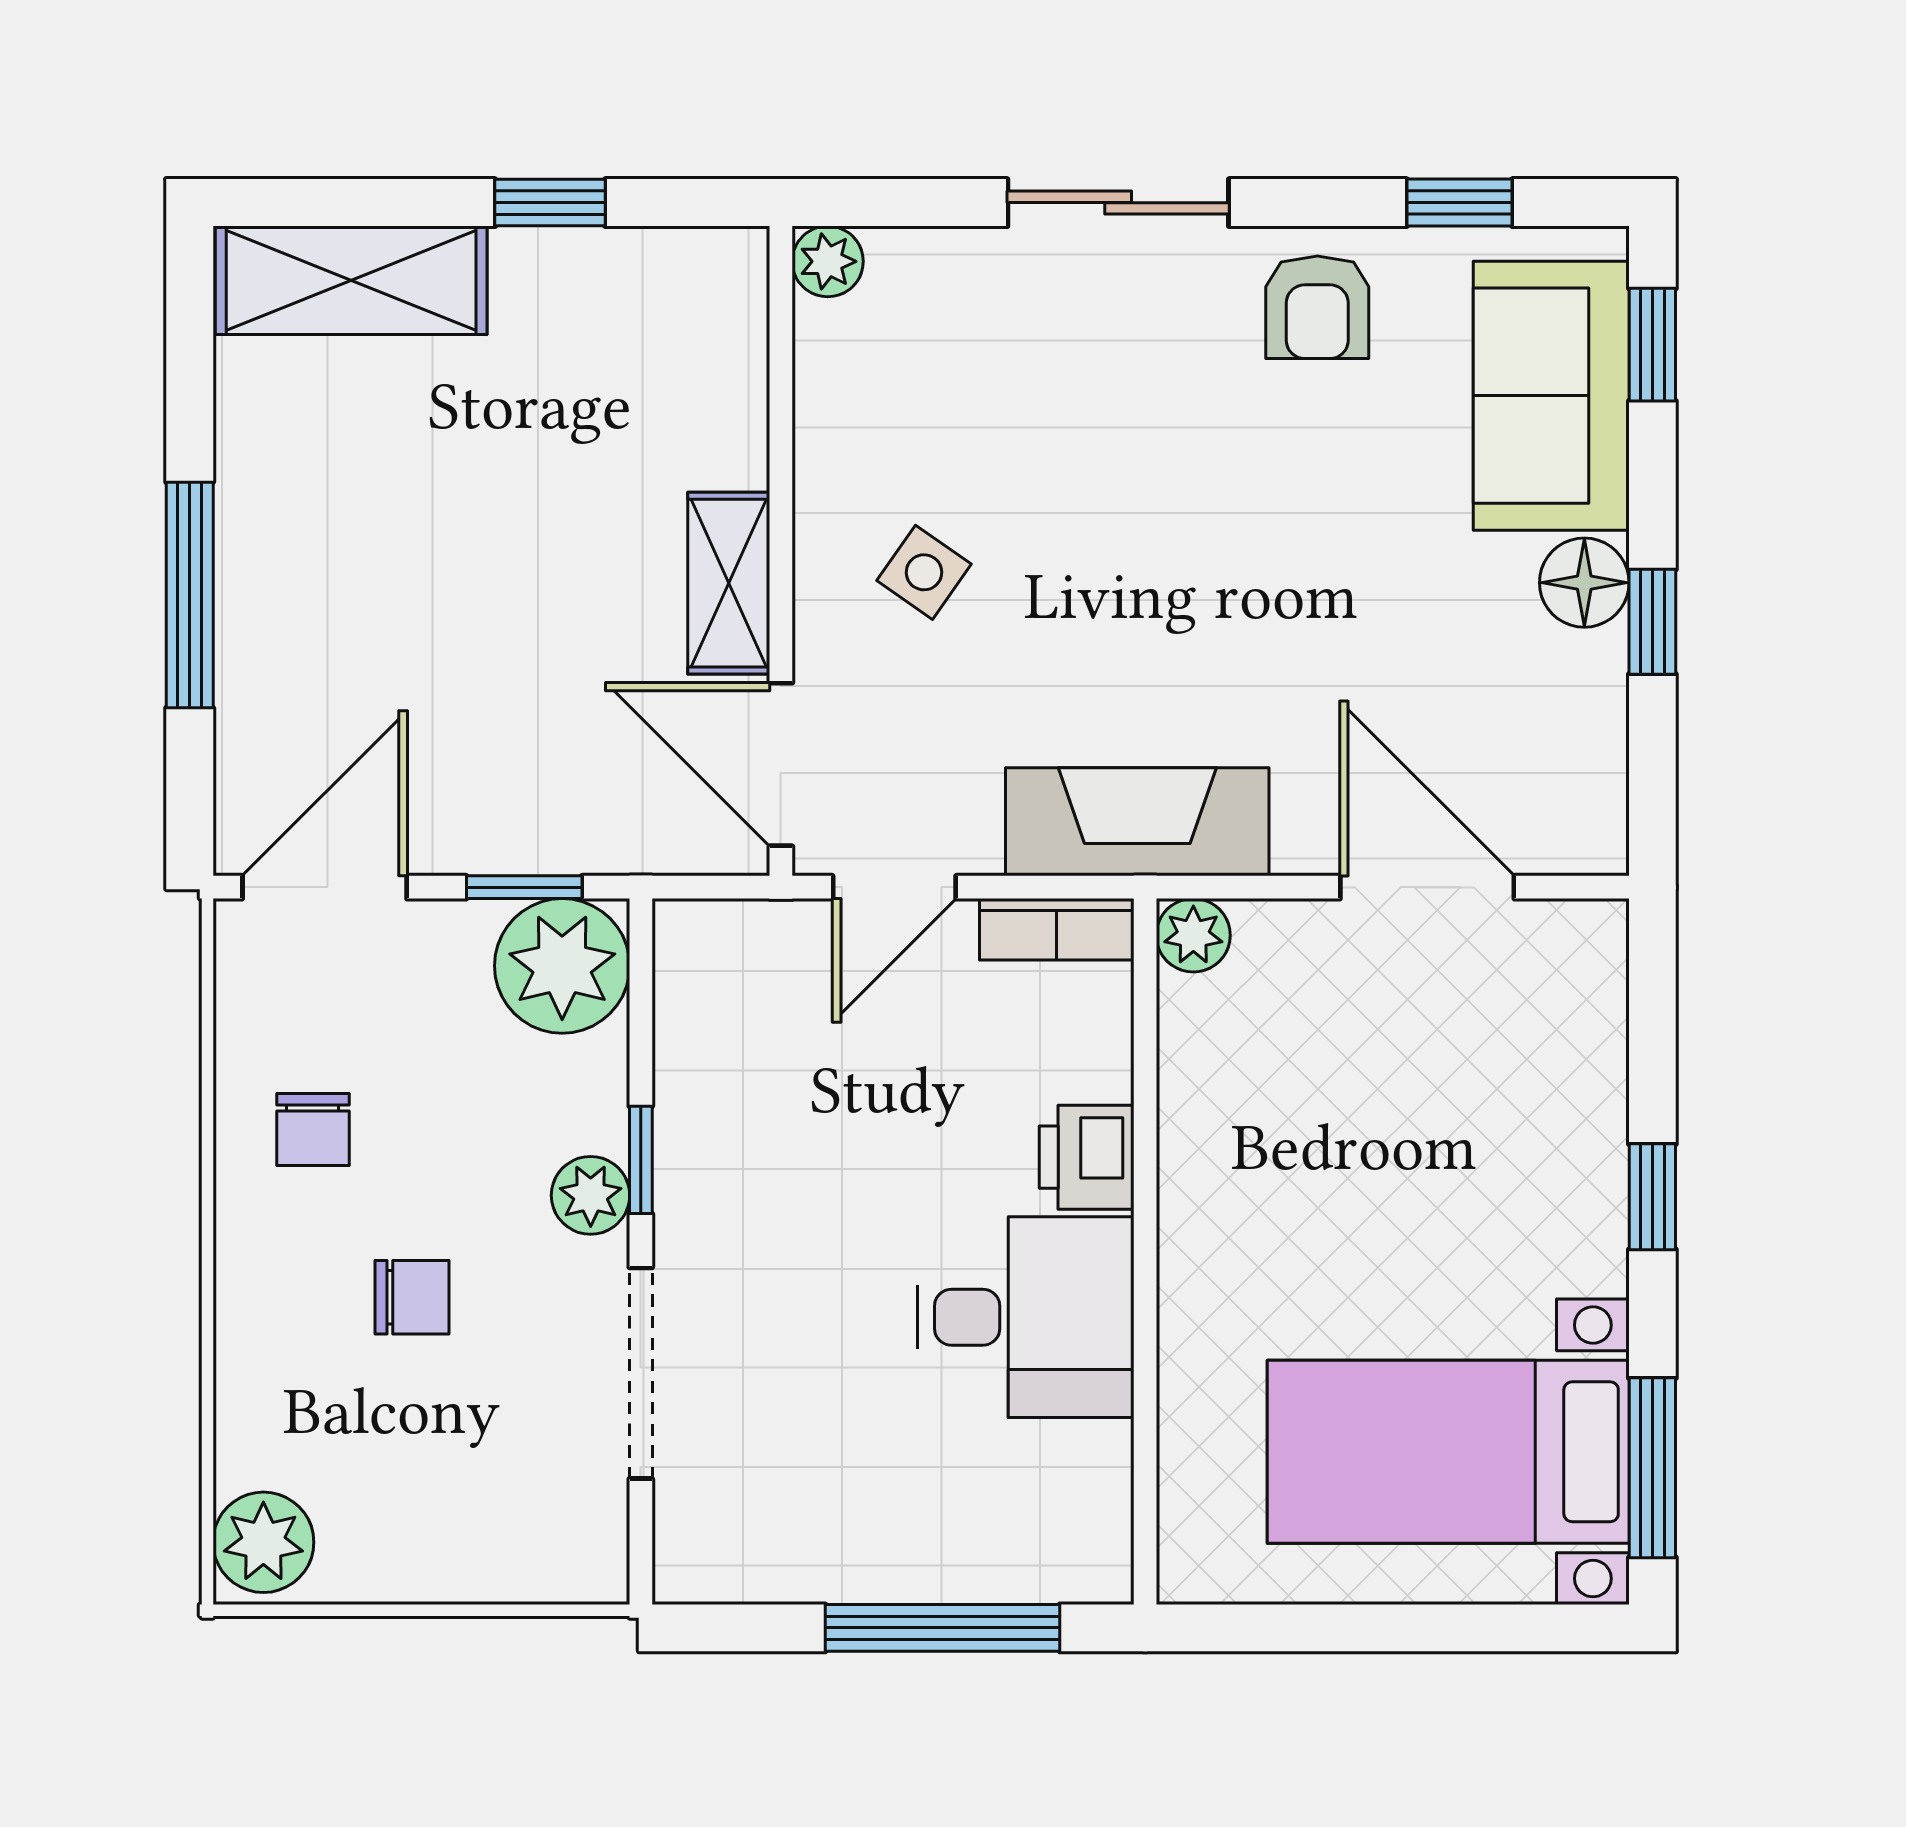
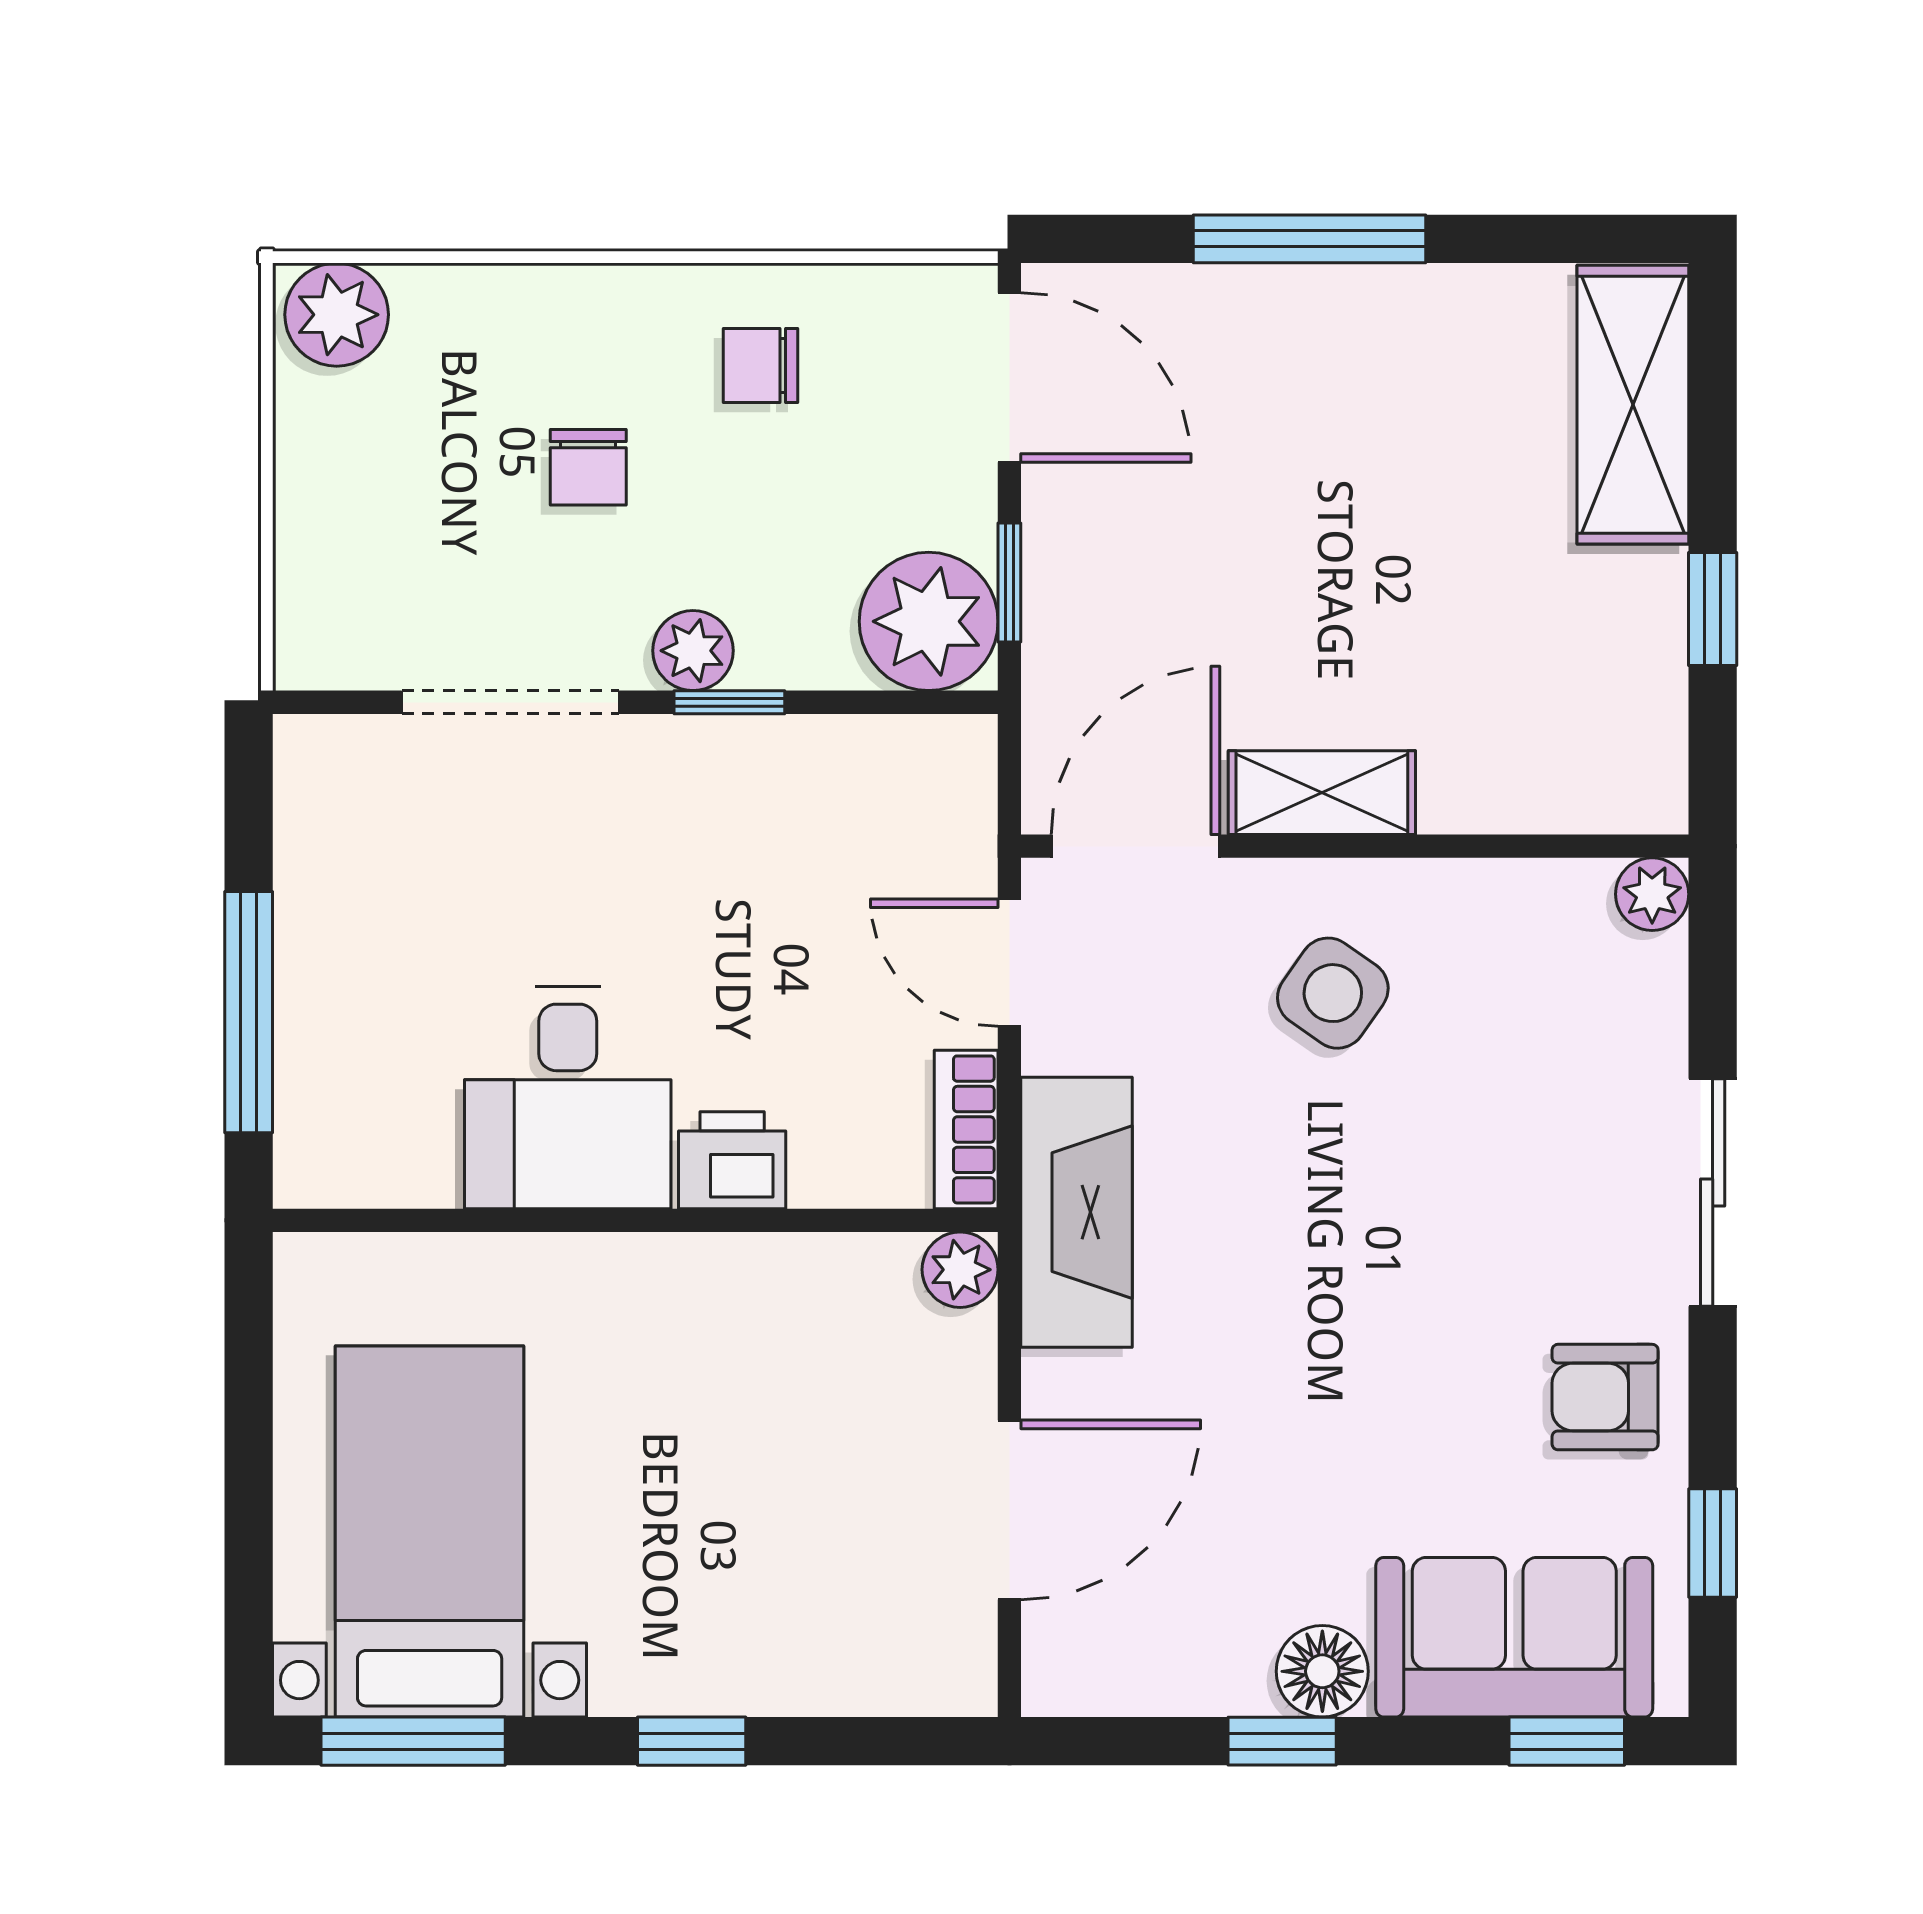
side table: (924, 572) -> (1333, 993), width x1.37, depth x1.37

